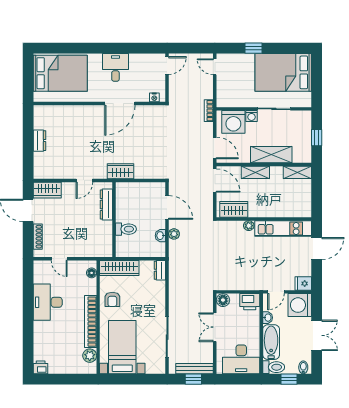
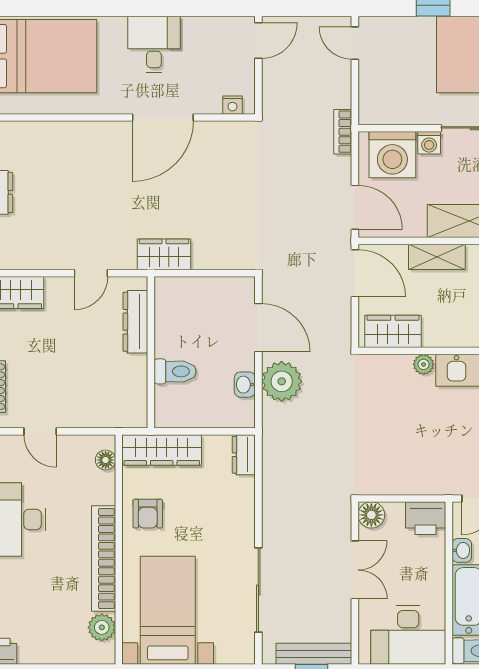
plant: (174, 234) -> (282, 381), width x1.87, depth x1.87
double door: (215, 327) -> (355, 570), swing flipped

